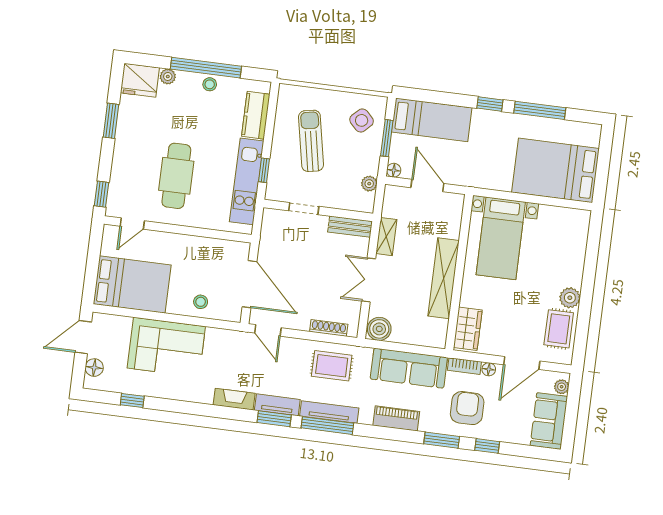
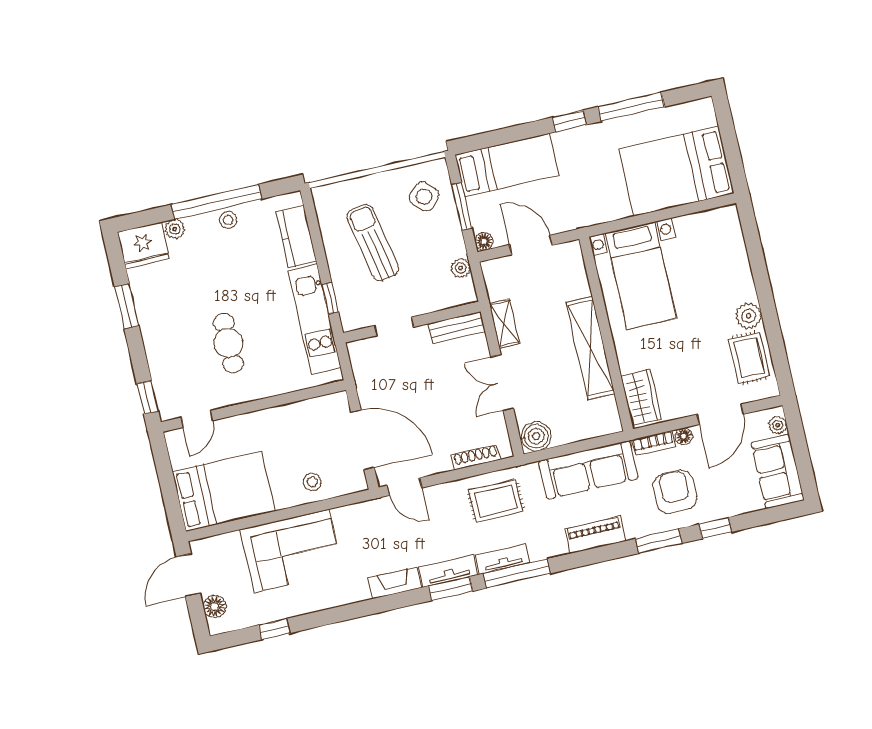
cafe table: (176, 176) -> (228, 343), width x0.73, depth x0.74
tv unit: (329, 412) -> (503, 559), width x0.71

